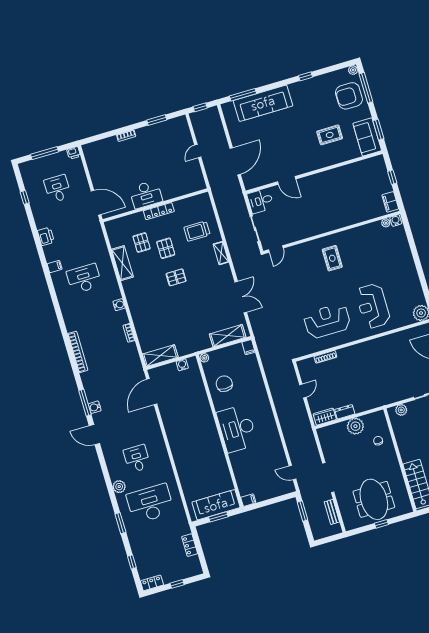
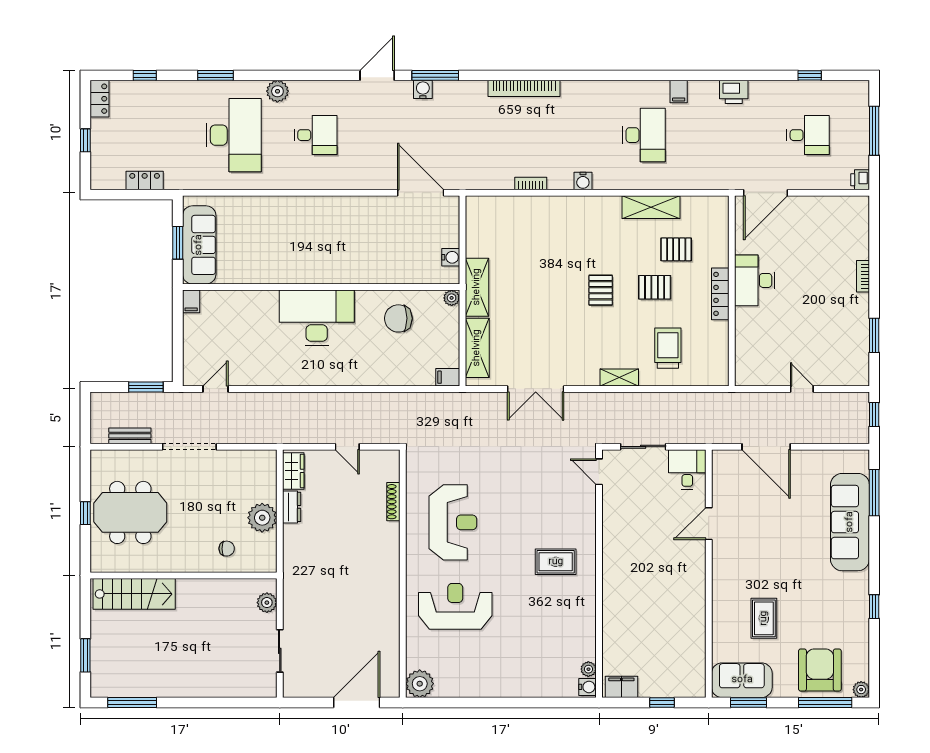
shelving: (160, 356) -> (477, 287), moved
chair: (224, 384) -> (398, 318), turned 180

